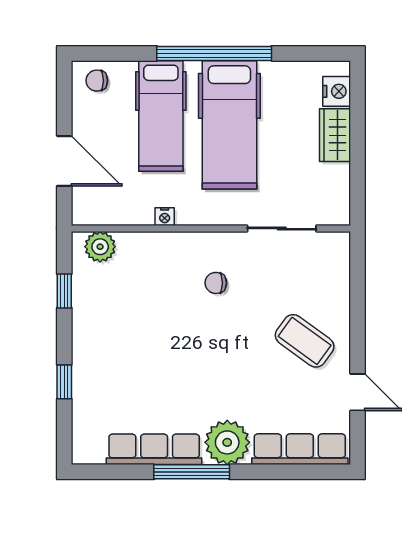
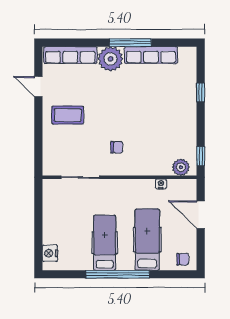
hospital bed: (229, 125) -> (105, 243), width x0.73, depth x0.78
wardrobe: (335, 135) -> (51, 229), removed
nightstand: (165, 217) -> (161, 184), moved
window: (64, 291) -> (201, 156), moved
coffee table: (305, 341) -> (68, 115), turned -36

